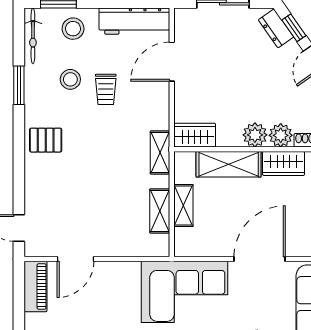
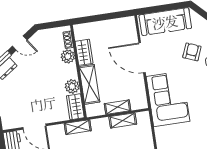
plant: (255, 135) -> (72, 86), moved
shelving: (160, 153) -> (78, 127), moved

